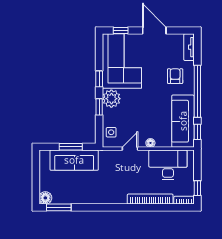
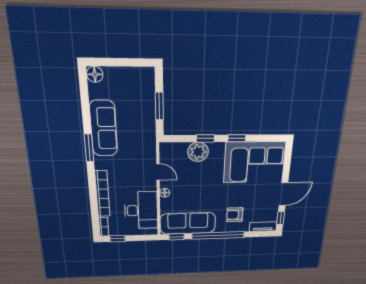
window: (121, 30) -> (281, 218), moved
armchair: (175, 76) -> (235, 215), turned 180
plant: (111, 99) -> (198, 152), moved
side table: (111, 132) -> (176, 152), removed
sofa: (74, 160) -> (104, 128), moved, turned 180
window: (59, 207) -> (89, 148), moved

